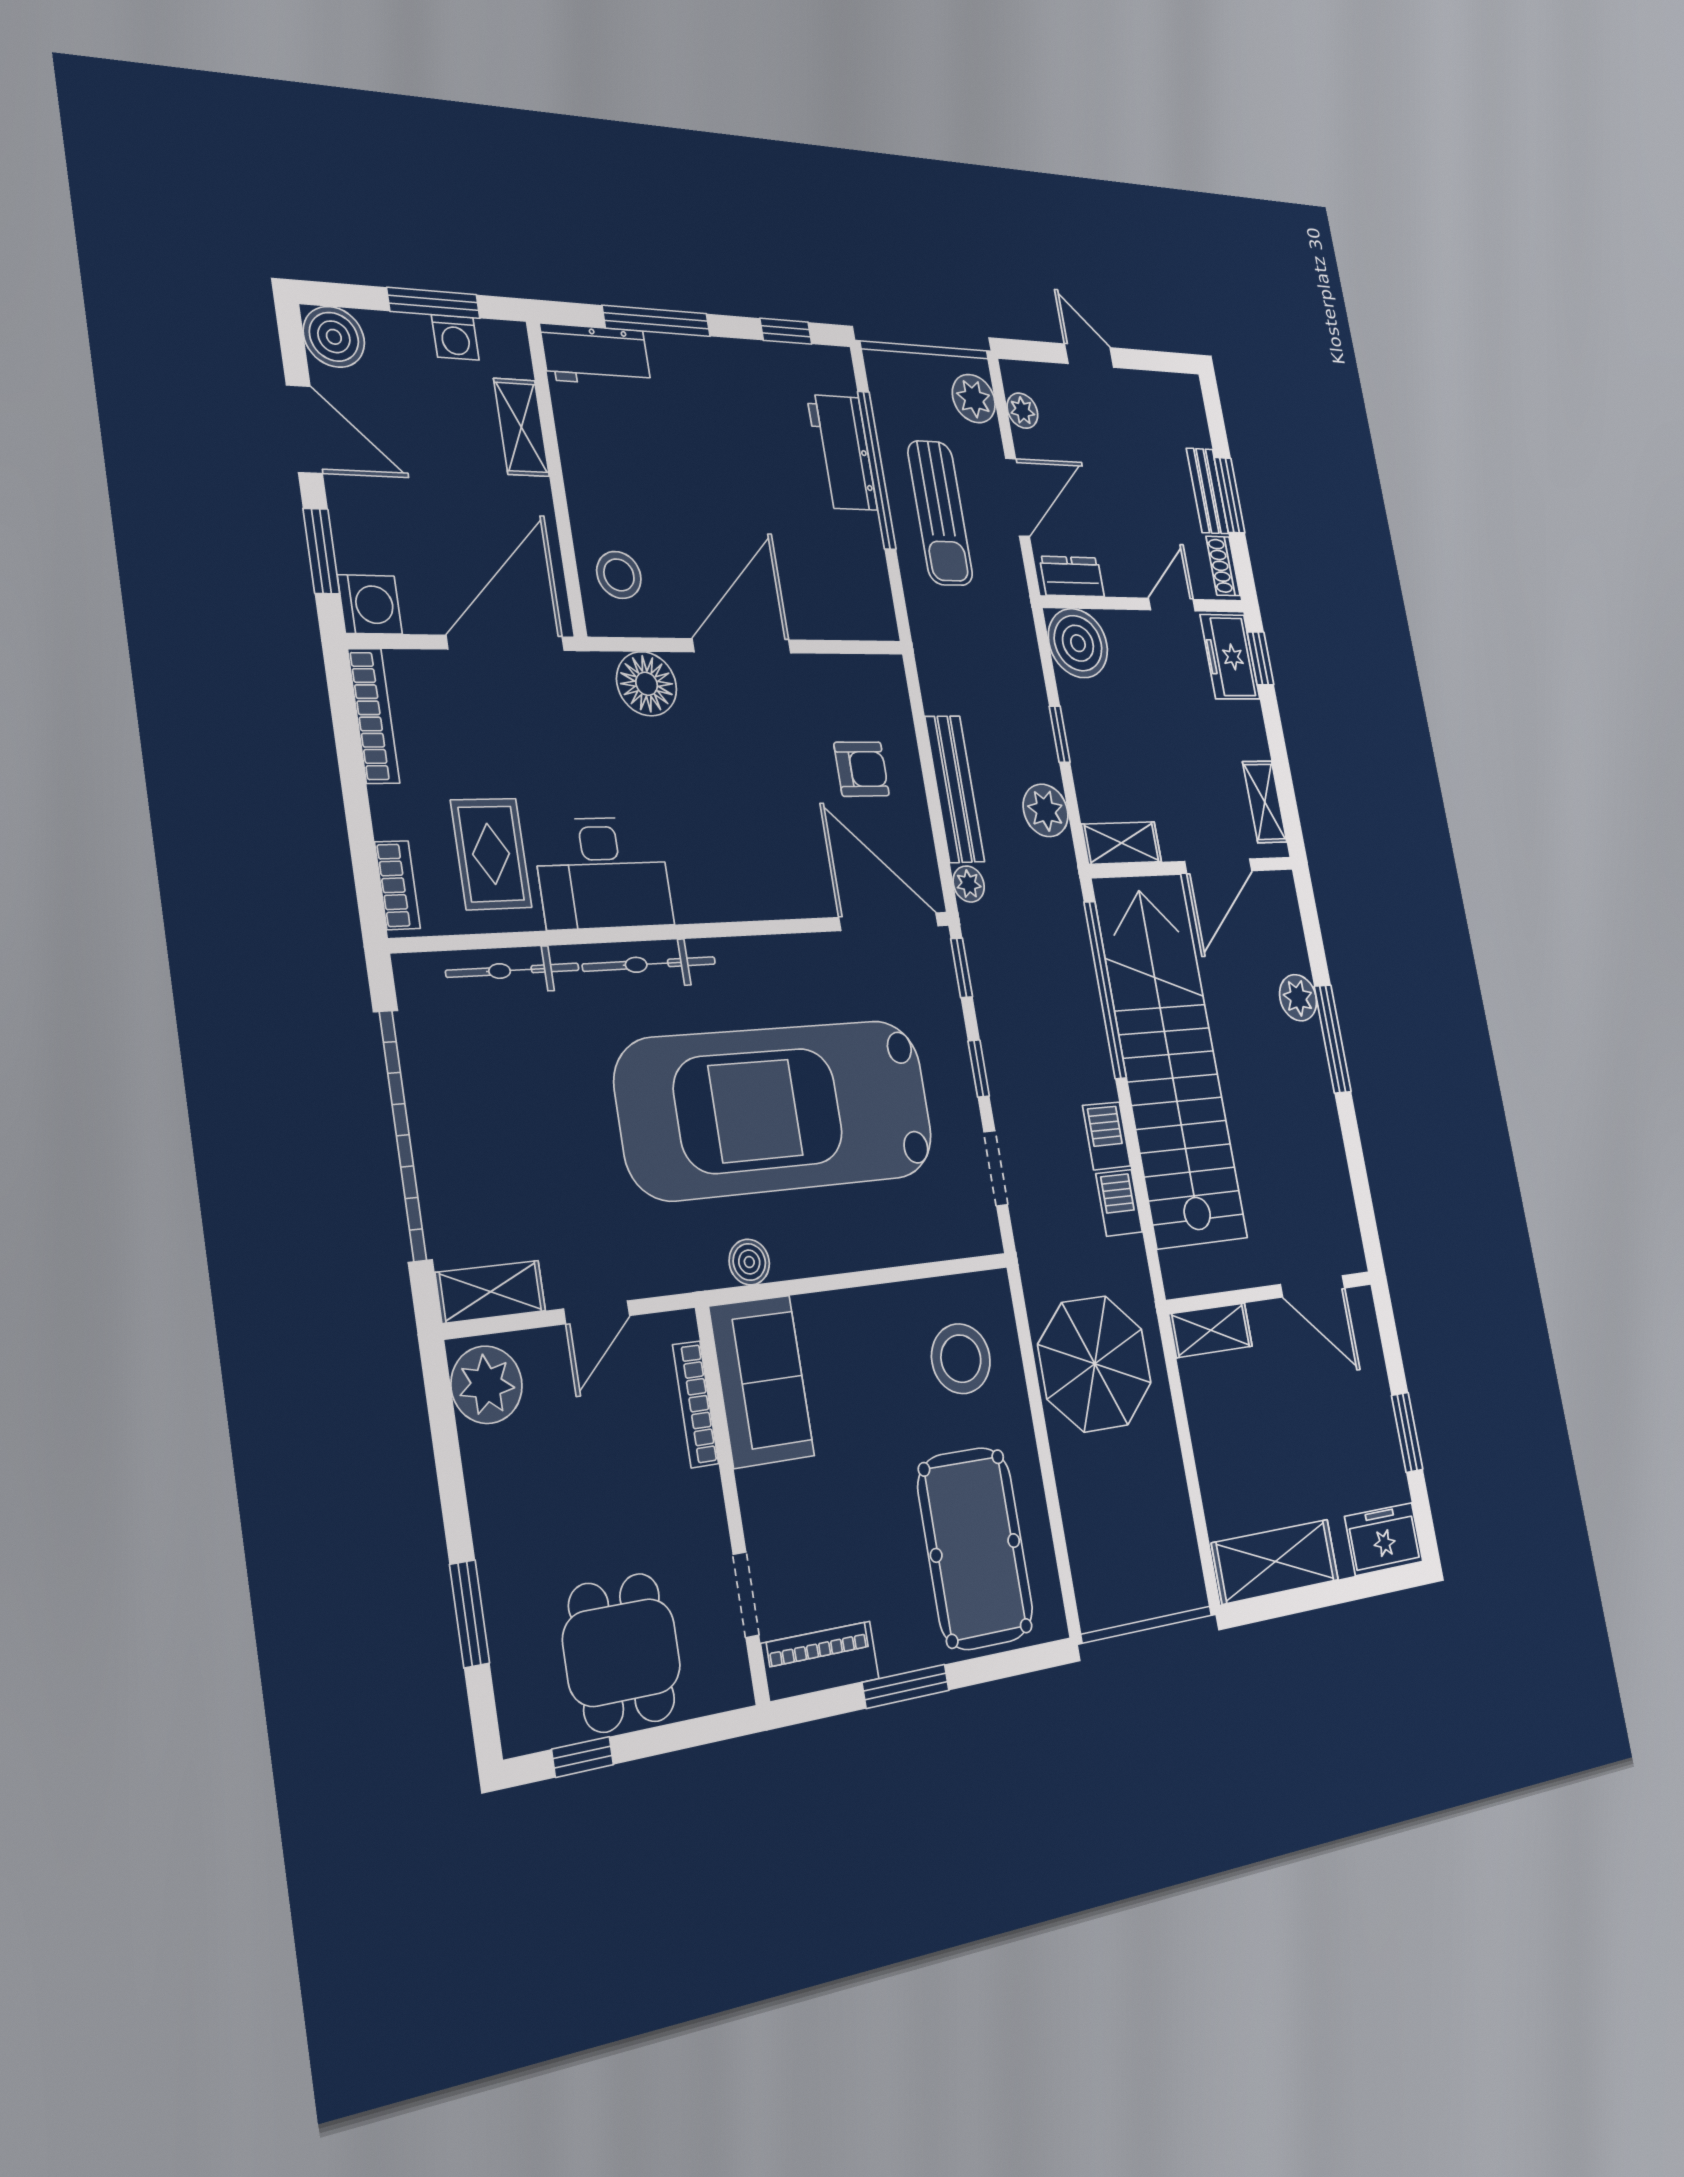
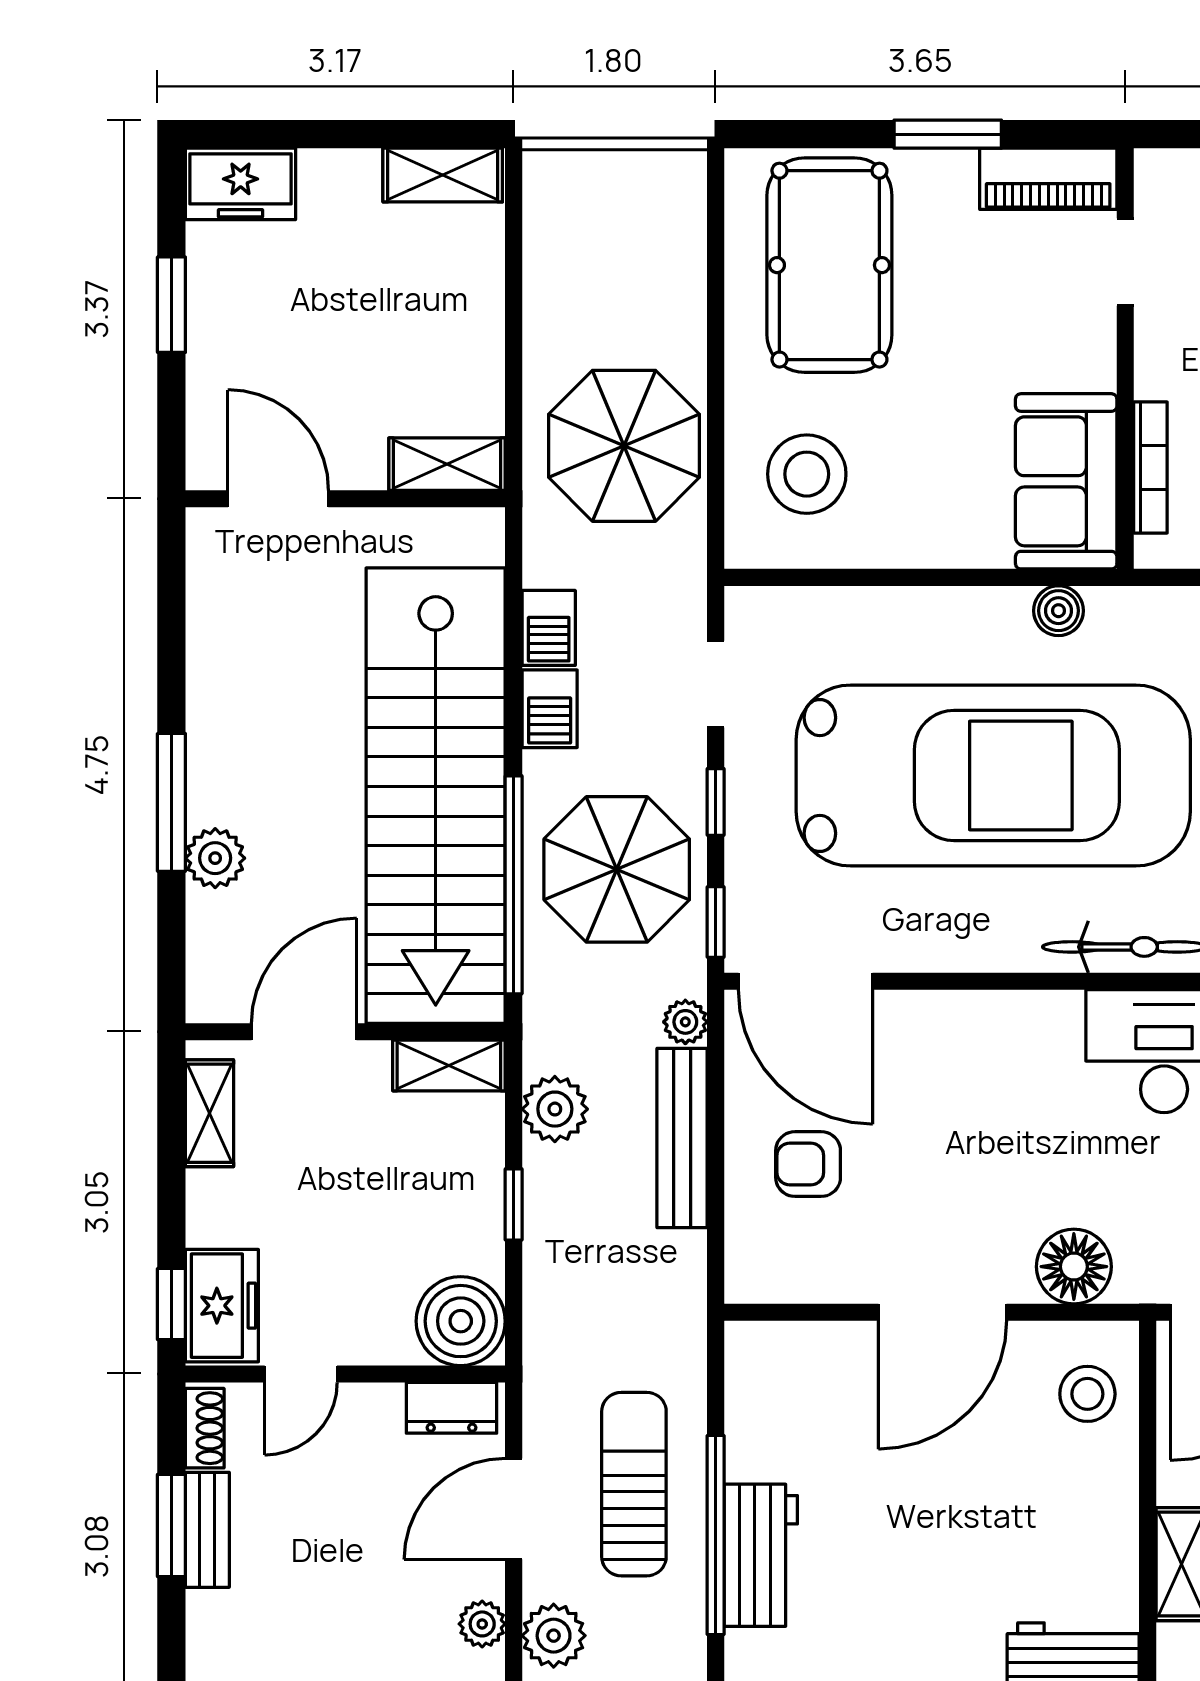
parasol: (1038, 1007) -> (617, 869), added
shelving: (1275, 1561) -> (443, 175), width x0.67, depth x0.75

